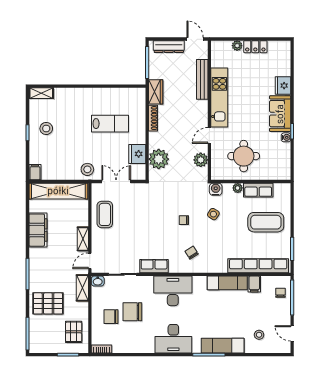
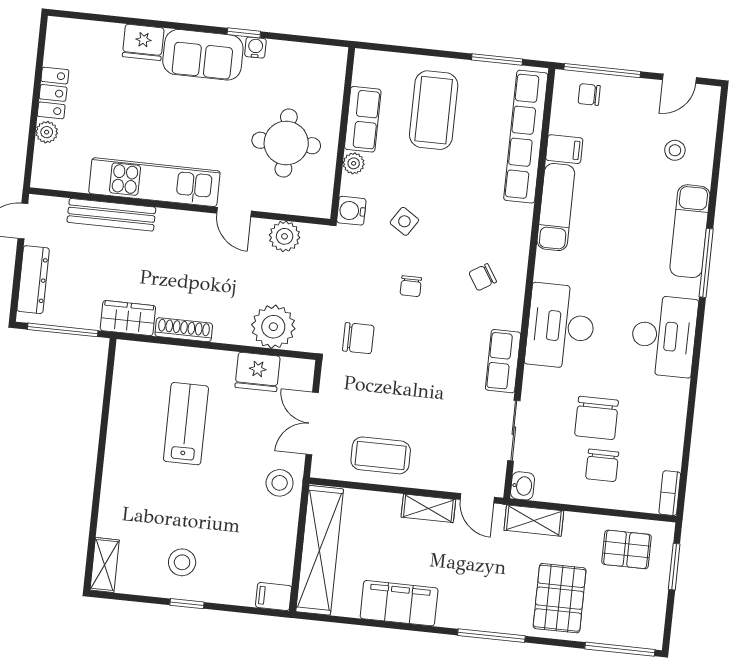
chair: (158, 199) -> (358, 338), added

